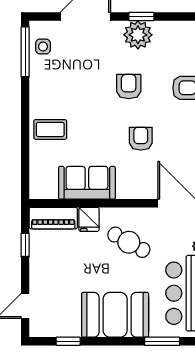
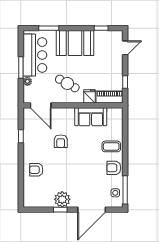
armchair: (129, 87) -> (114, 168), moved, turned 90

